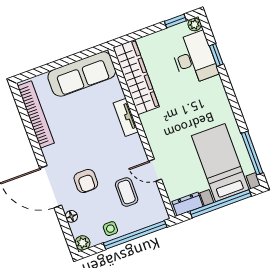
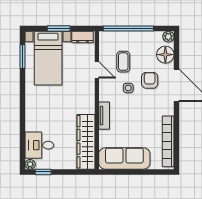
window: (216, 55) -> (23, 137), removed
desk: (194, 58) -> (39, 145), width x0.73
window: (252, 153) -> (23, 57), width x0.69
window: (221, 204) -> (59, 28), width x0.47
floor lamp: (71, 216) -> (165, 55), width x1.89, depth x1.89
side table: (110, 229) -> (128, 88), moved

